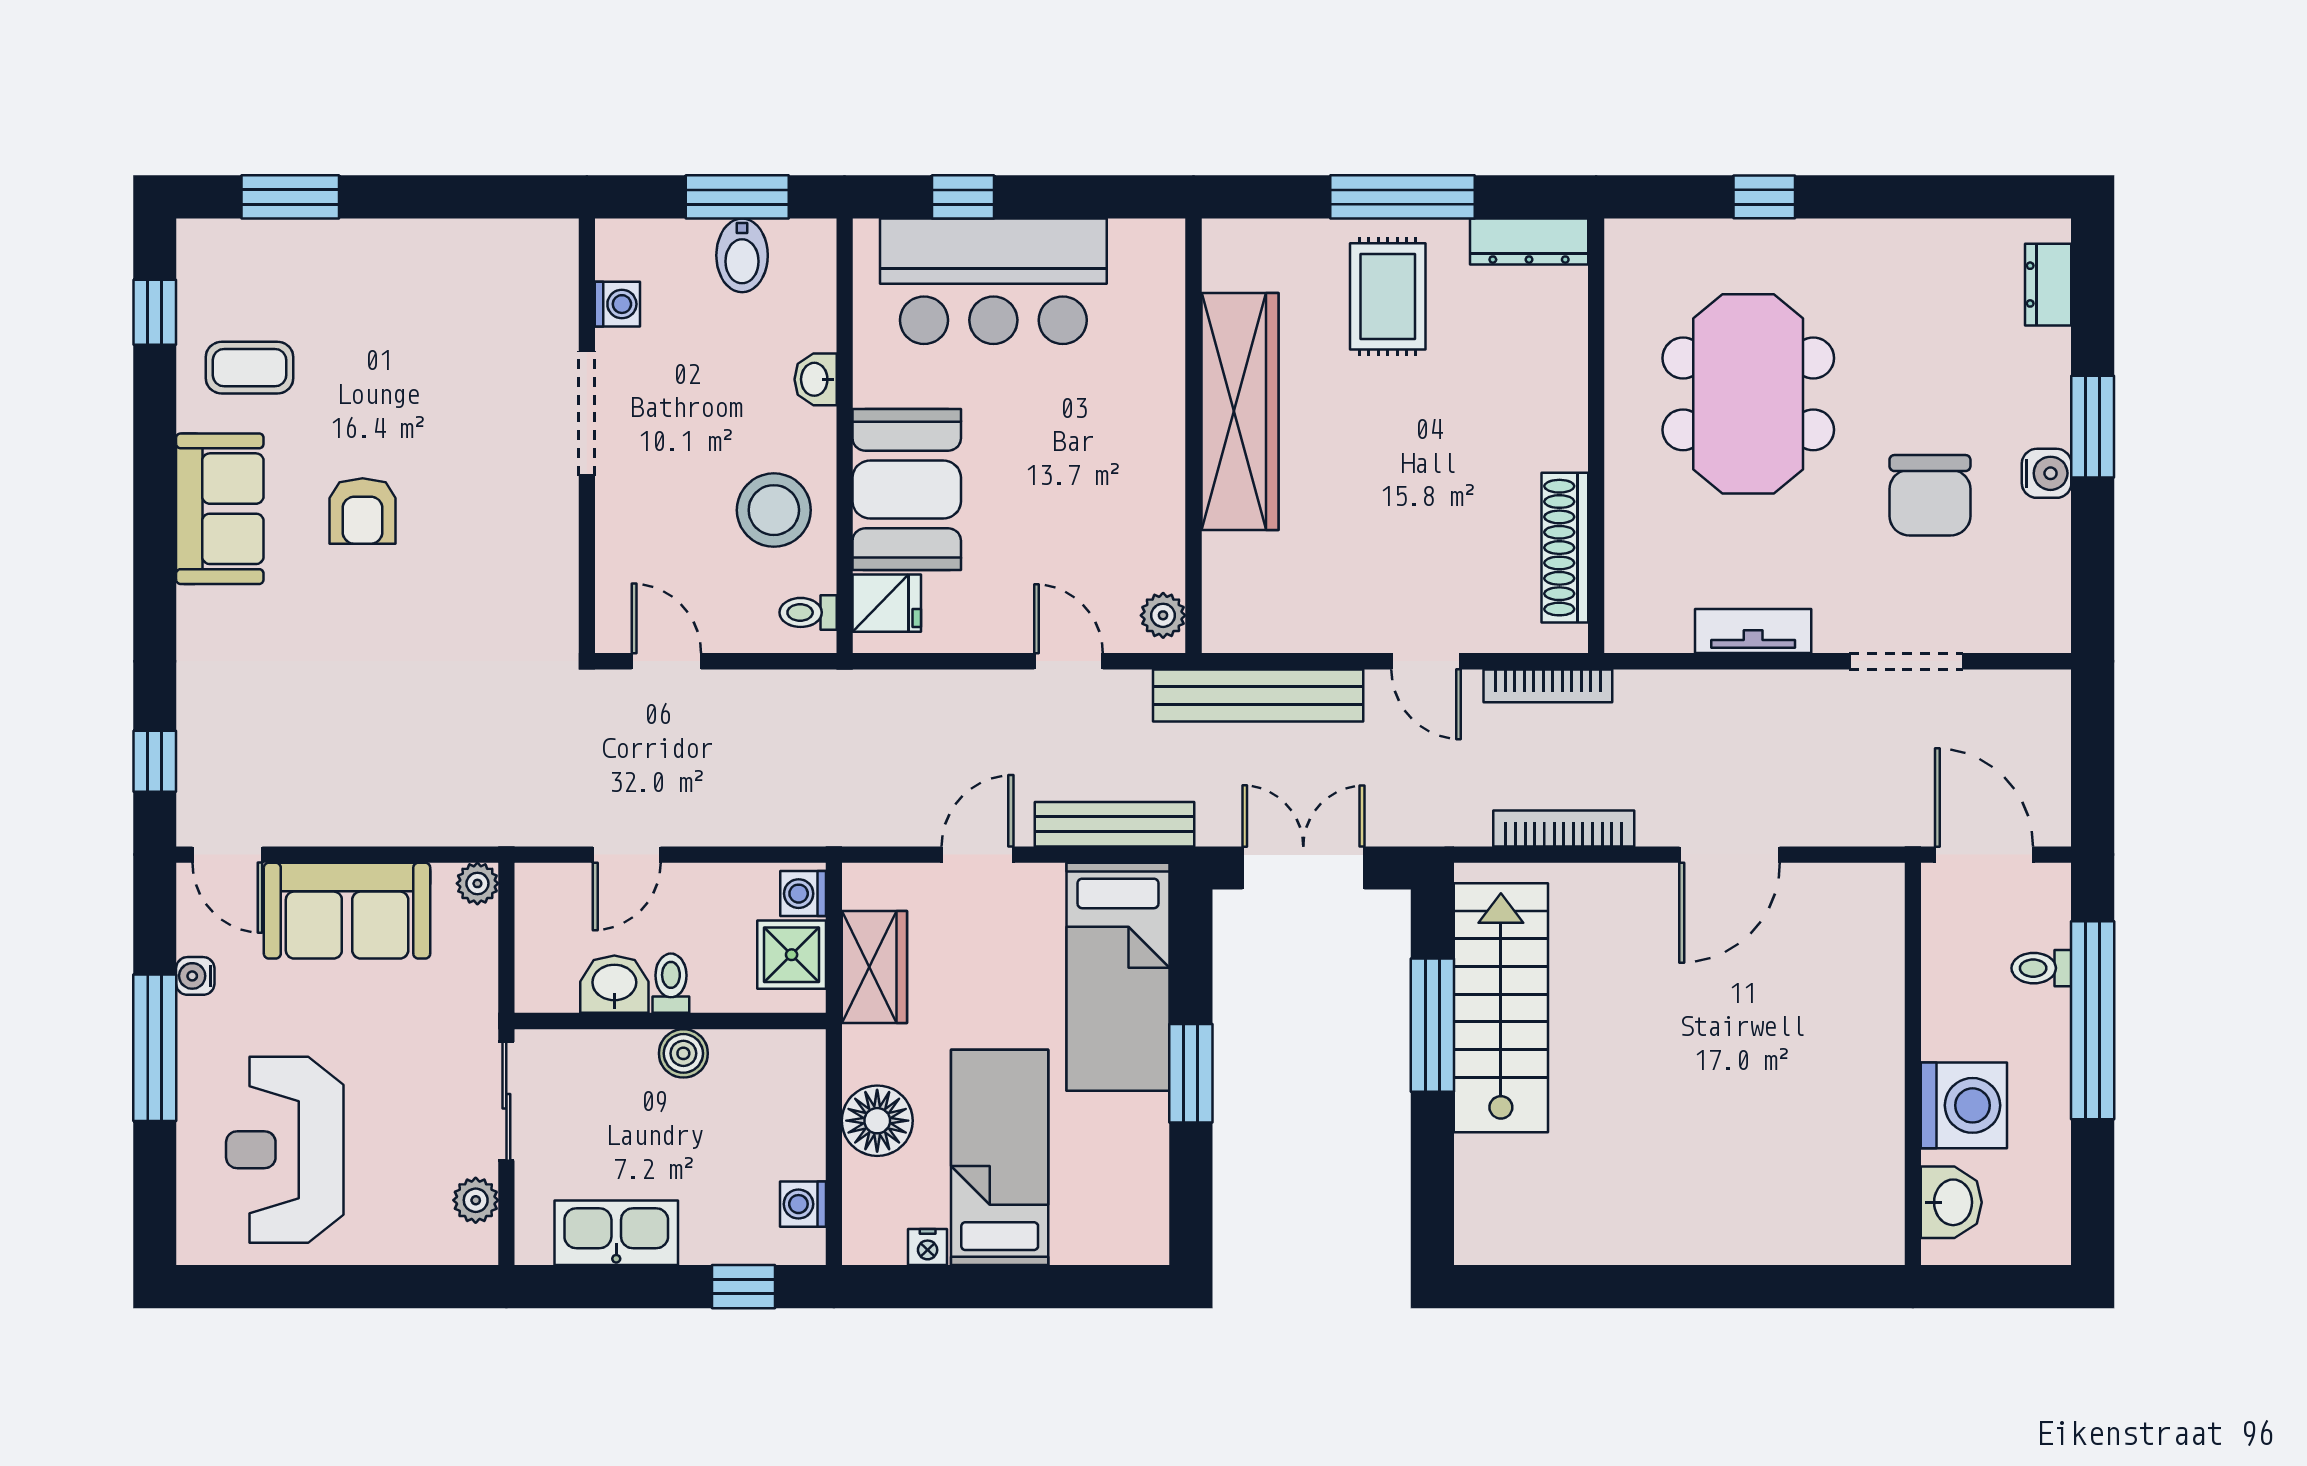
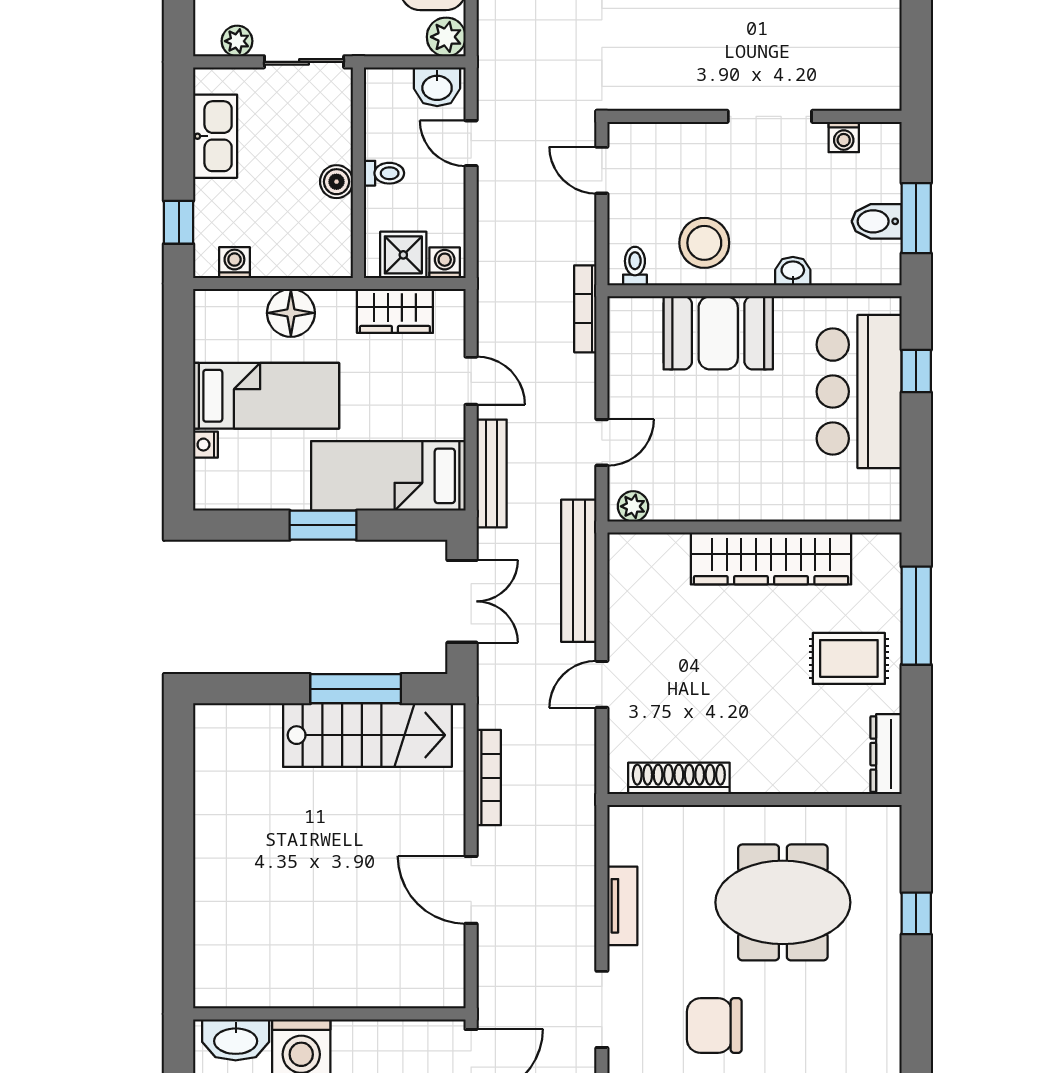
window: (1402, 197) -> (916, 616), moved
fridge: (887, 603) -> (641, 319), removed
door: (666, 661) -> (602, 170), swing flipped
bookcase: (1548, 686) -> (585, 309), moved
plant: (477, 883) -> (446, 37), width x1.38, depth x1.38
washbasin: (614, 984) -> (437, 87), moved, turned 90
washbasin: (1951, 1202) -> (236, 1040), width x1.38
nightstand: (928, 1247) -> (205, 445), moved

